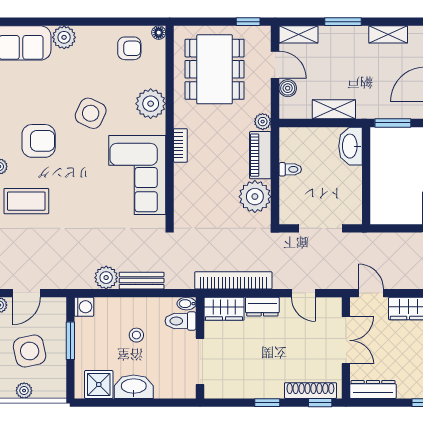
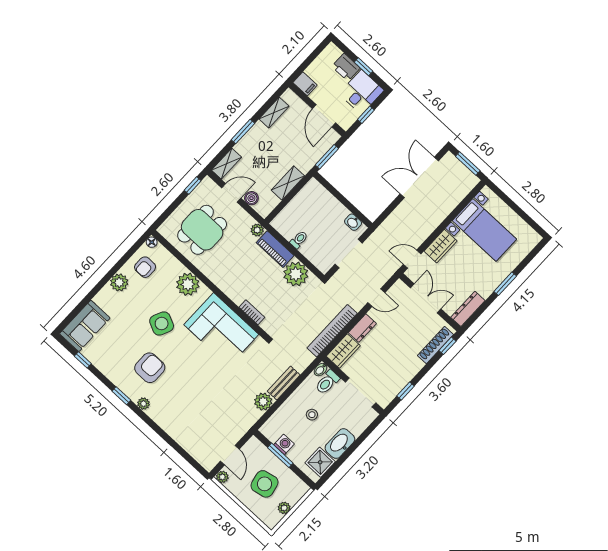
plant: (64, 37) -> (119, 282), moved
armchair: (129, 48) -> (145, 267), turned 180
dining table: (215, 69) -> (202, 230), width x0.73
bookcase: (180, 145) -> (252, 312), moved
washbasin: (350, 146) -> (353, 222), moved, width x0.52, depth x0.69
coffee table: (26, 201) -> (178, 407), removed
washing machine: (84, 307) -> (284, 444), moved
window: (267, 403) -> (406, 391), moved

